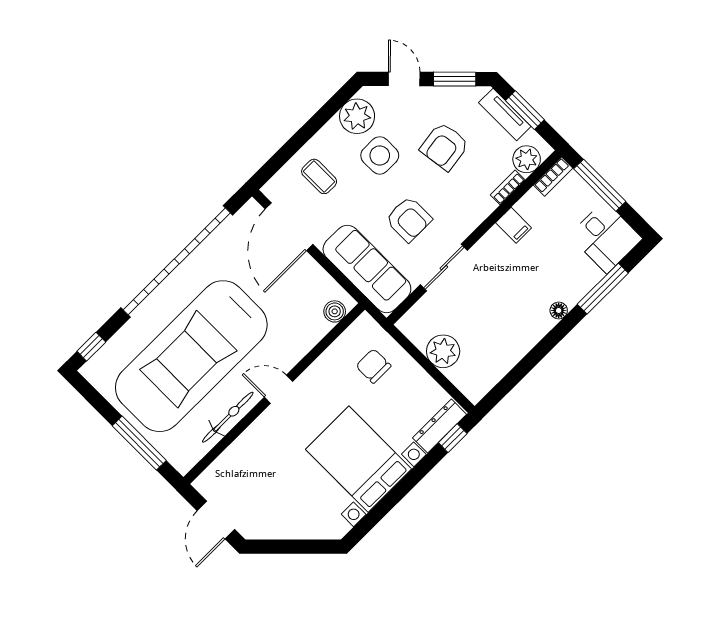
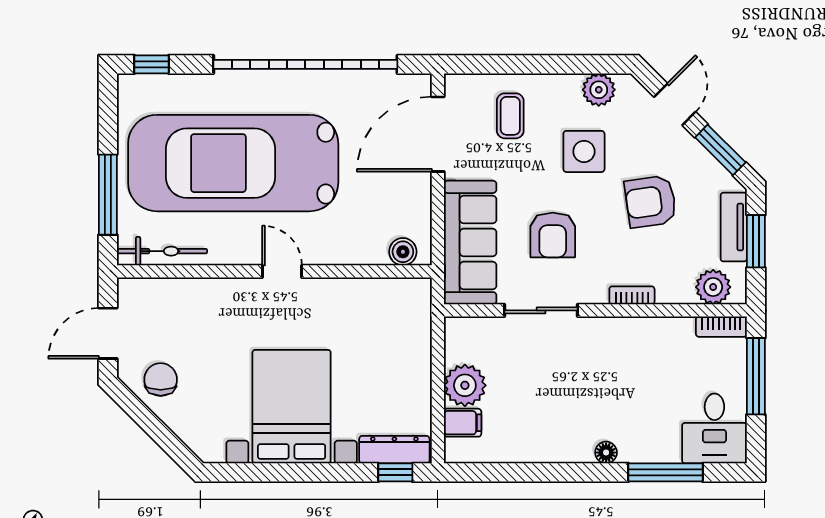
plant: (357, 116) -> (599, 90), width x0.73, depth x0.73
bookcase: (508, 187) -> (632, 295), moved
filing cabinet: (514, 225) -> (463, 423), moved, turned -90
chair: (373, 366) -> (161, 380), moved
bicycle: (228, 417) -> (162, 251), moved

